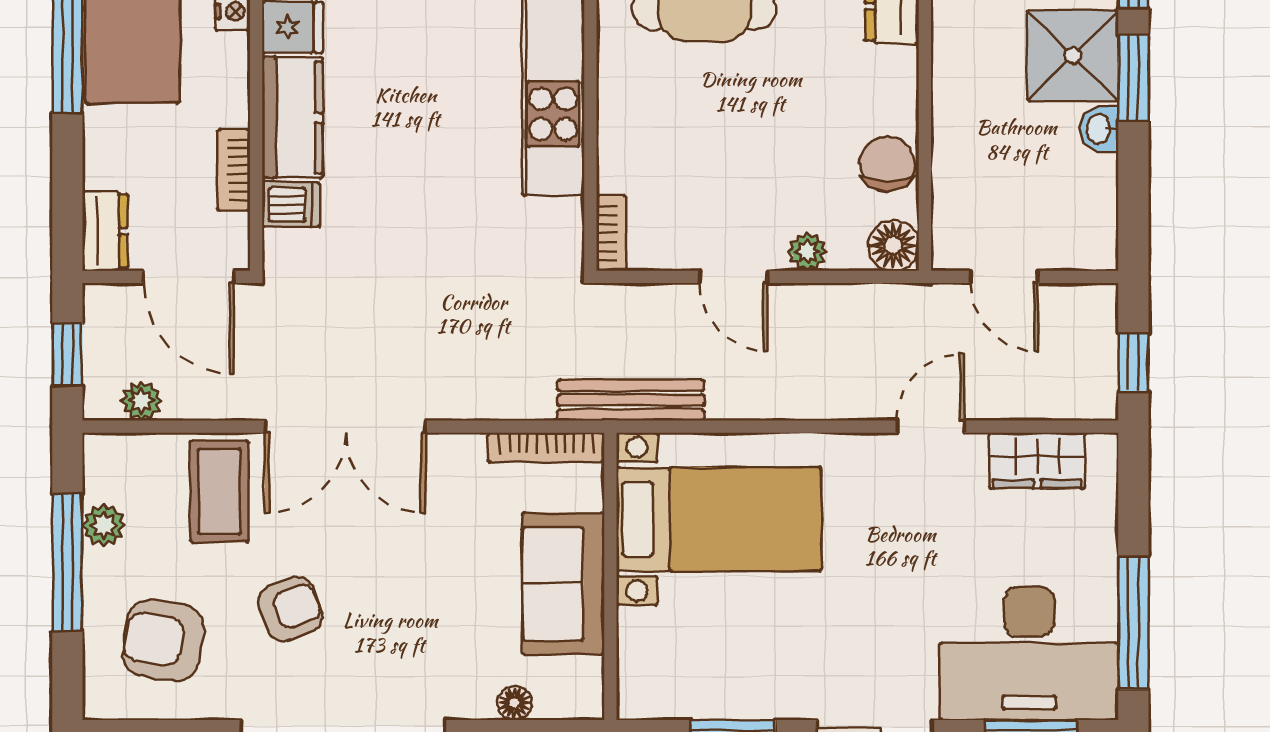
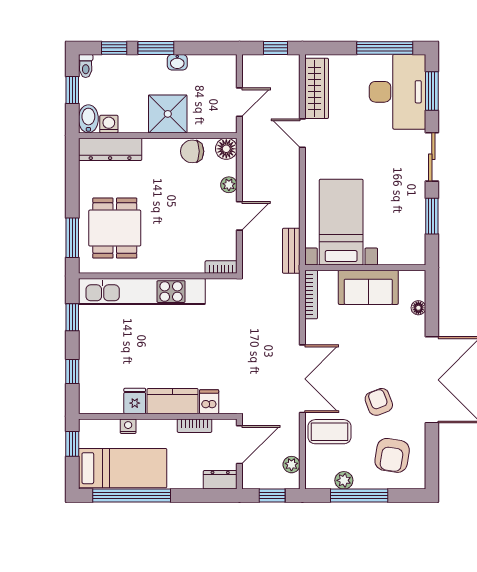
shower: (1073, 56) -> (168, 114), moved
bench: (631, 400) -> (291, 251), width x0.73
wardrobe: (1037, 461) -> (317, 88), width x1.50

